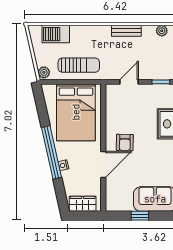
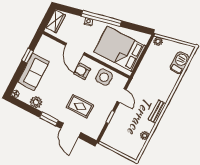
sun lounger: (79, 65) -> (151, 67), removed
side table: (118, 113) -> (104, 77), added

